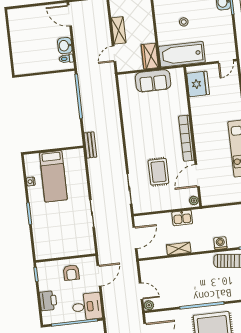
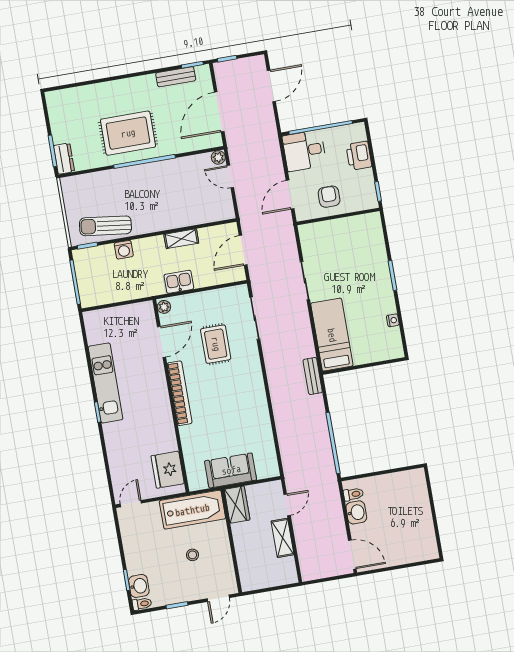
bed: (53, 176) -> (332, 335), moved

